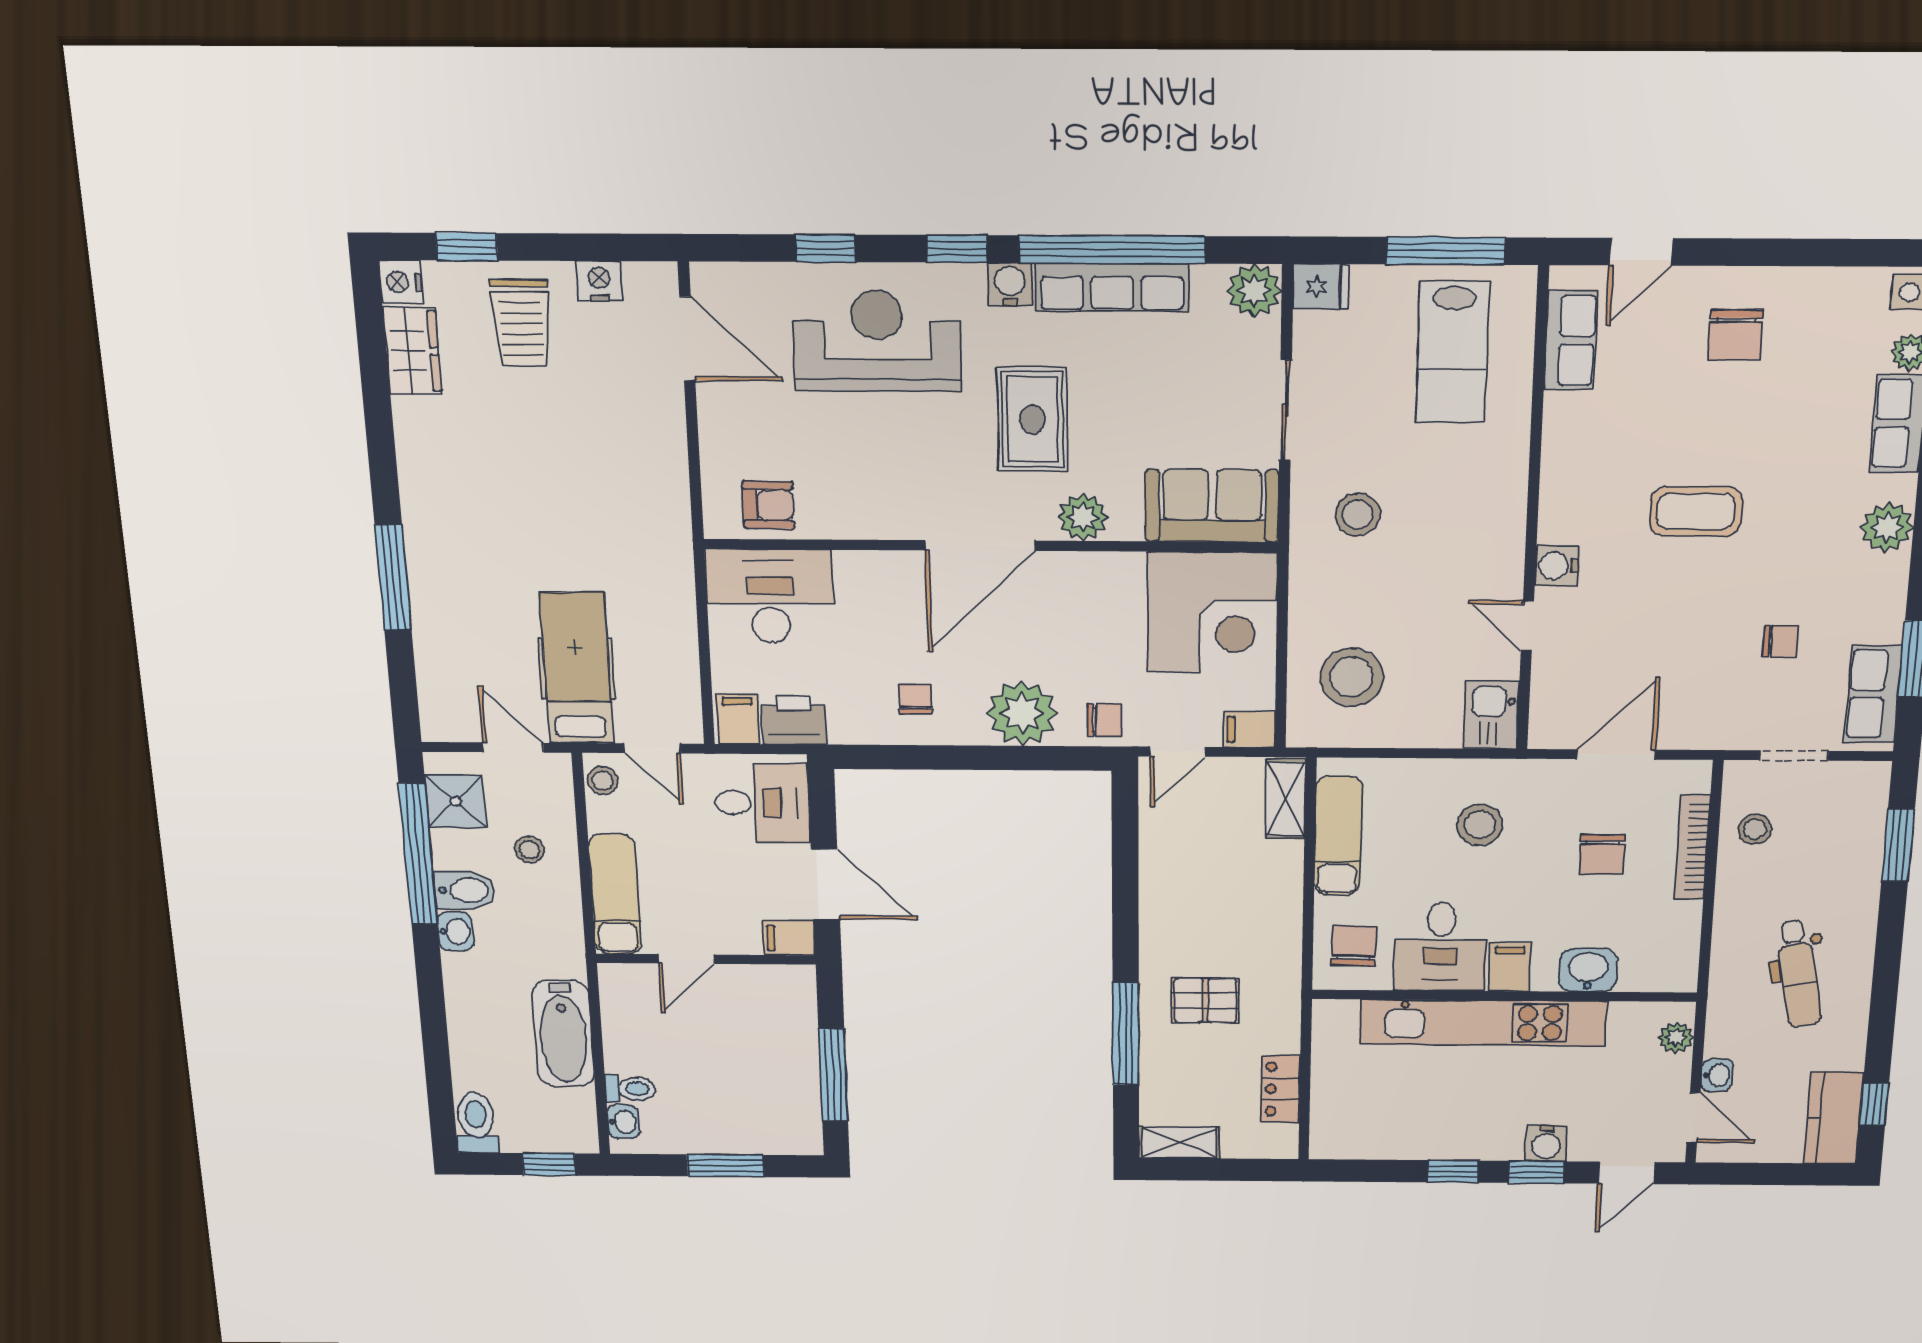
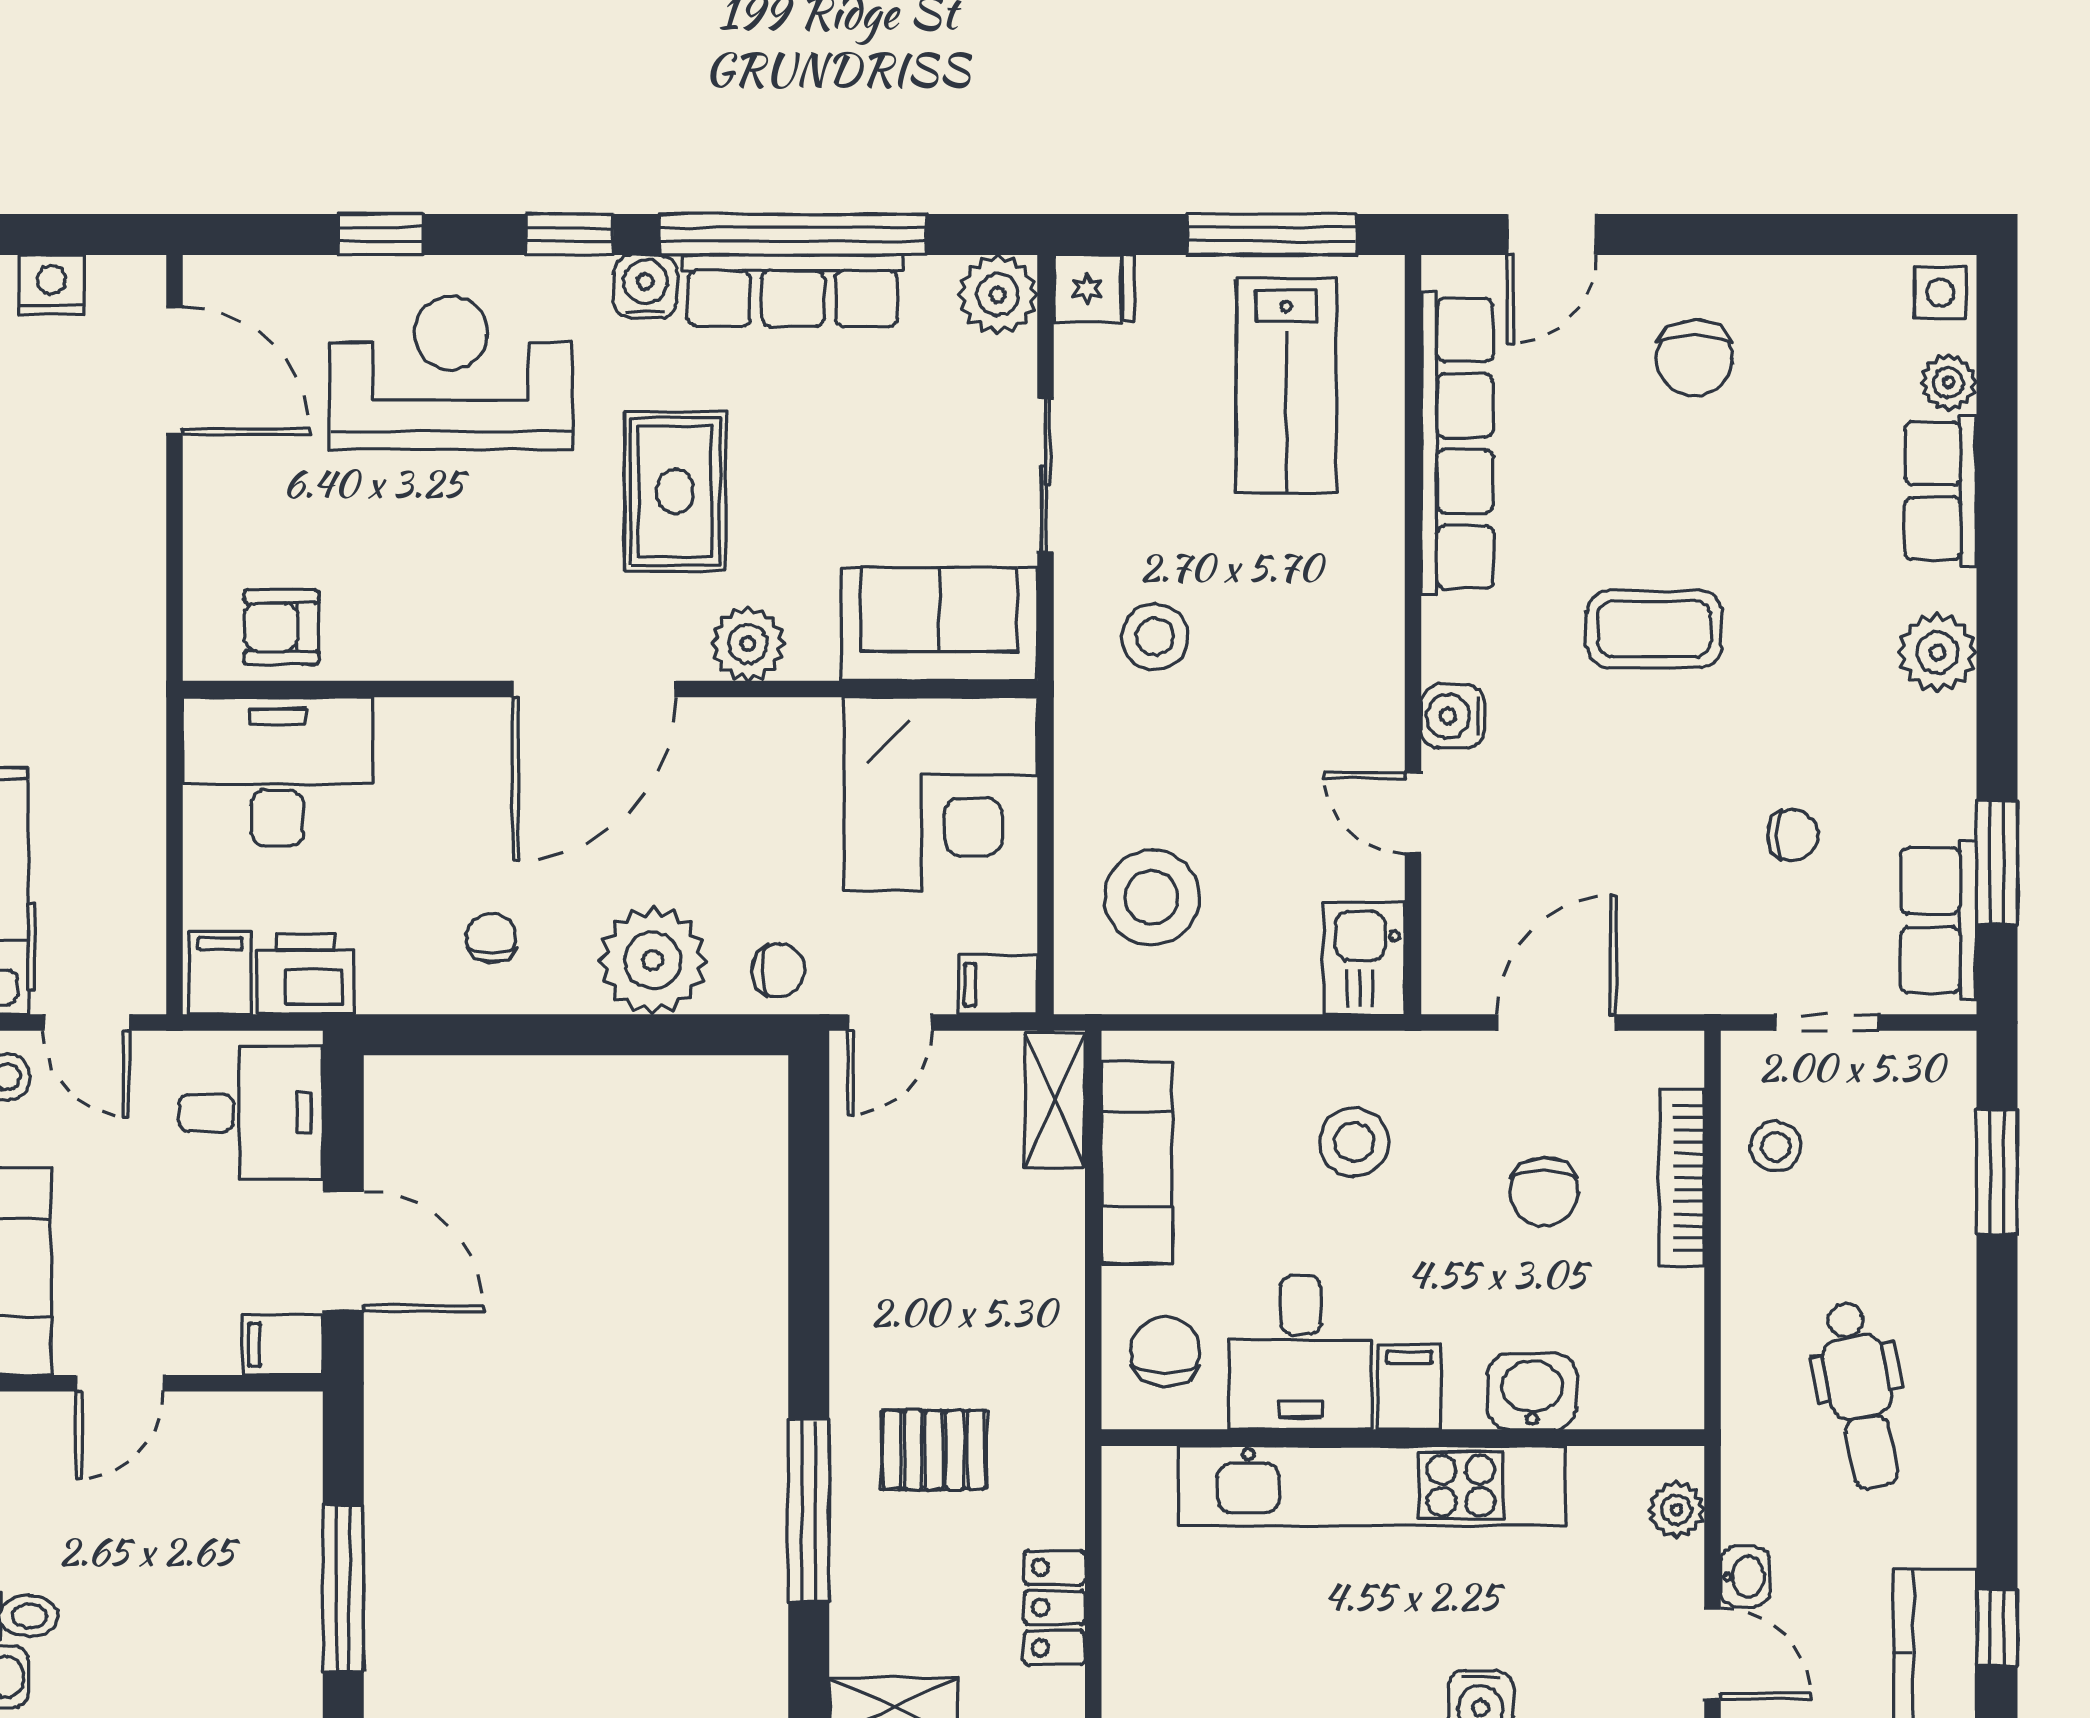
row of seats: (1571, 340) -> (1457, 444), width x2.02
armchair: (768, 505) -> (281, 627), turned 180

